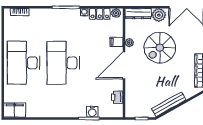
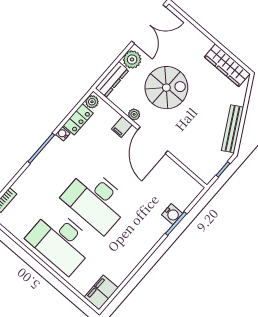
spiral stairs: (160, 48) -> (166, 88), turned -90
printer: (117, 97) -> (179, 176), removed

